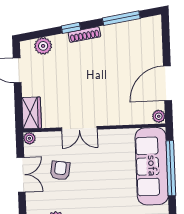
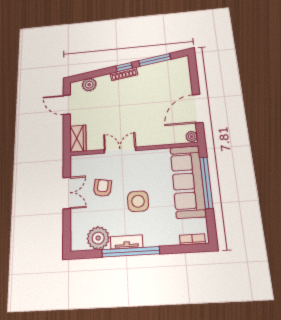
window: (71, 28) -> (124, 67), moved
double door: (79, 129) -> (120, 150), swing flipped
plant: (29, 138) -> (75, 160), removed
side table: (98, 186) -> (138, 201), added

